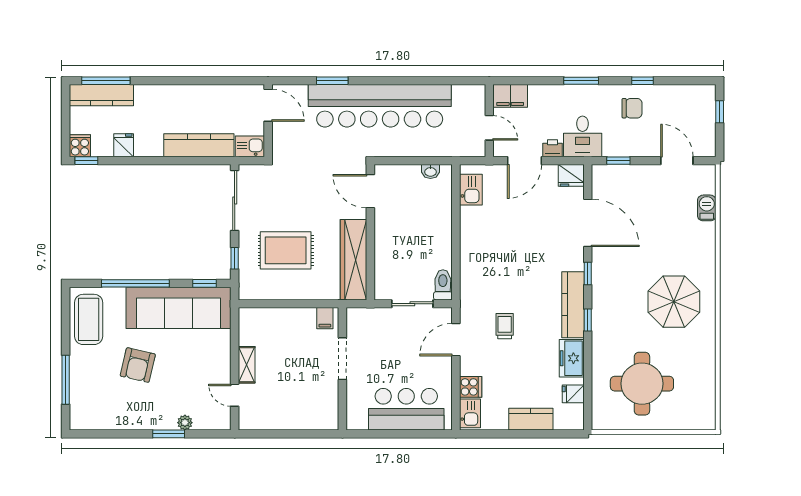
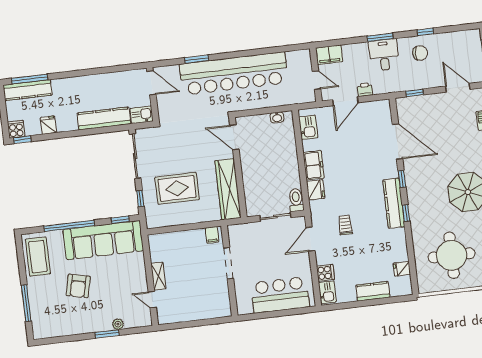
desk: (583, 136) -> (384, 55), moved, turned 180
fridge: (571, 175) -> (316, 190), moved, turned -90
freezer: (572, 358) -> (314, 165), moved, turned 180

